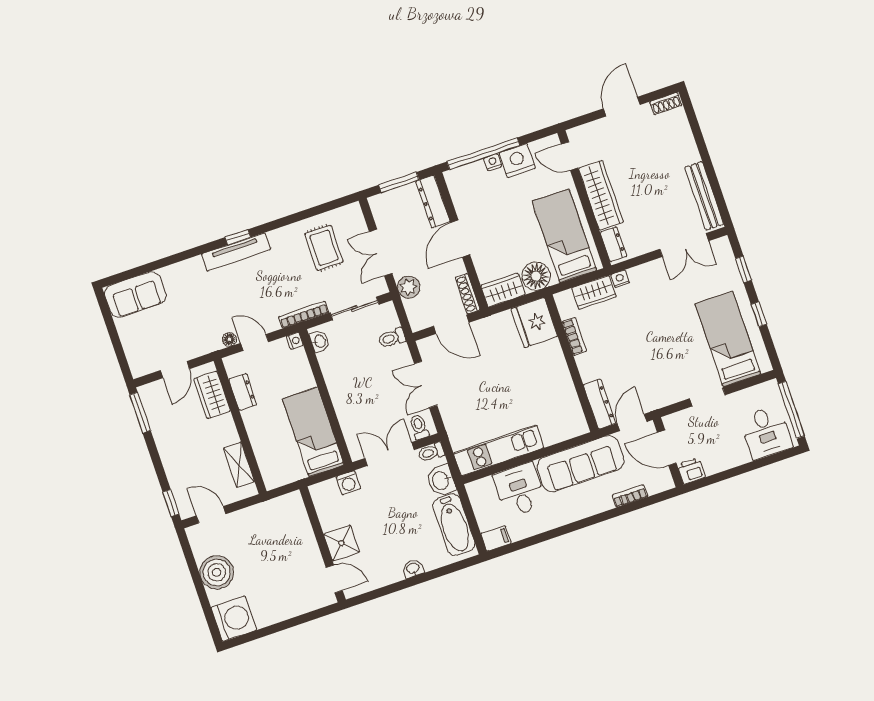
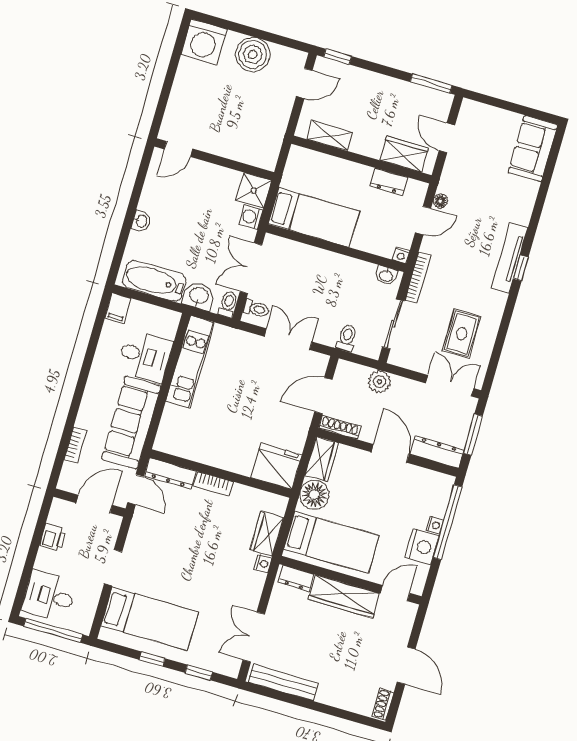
rug: (324, 248) -> (462, 334), turned 90
double door: (381, 252) -> (450, 386), moved
bookcase: (574, 336) -> (213, 483), moved
double door: (389, 454) -> (251, 268), swing flipped
printer: (691, 471) -> (53, 538), moved
shower: (342, 543) -> (254, 190), moved

